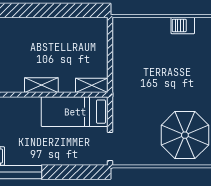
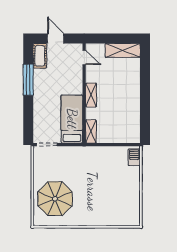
barbecue: (183, 25) -> (134, 157), moved

